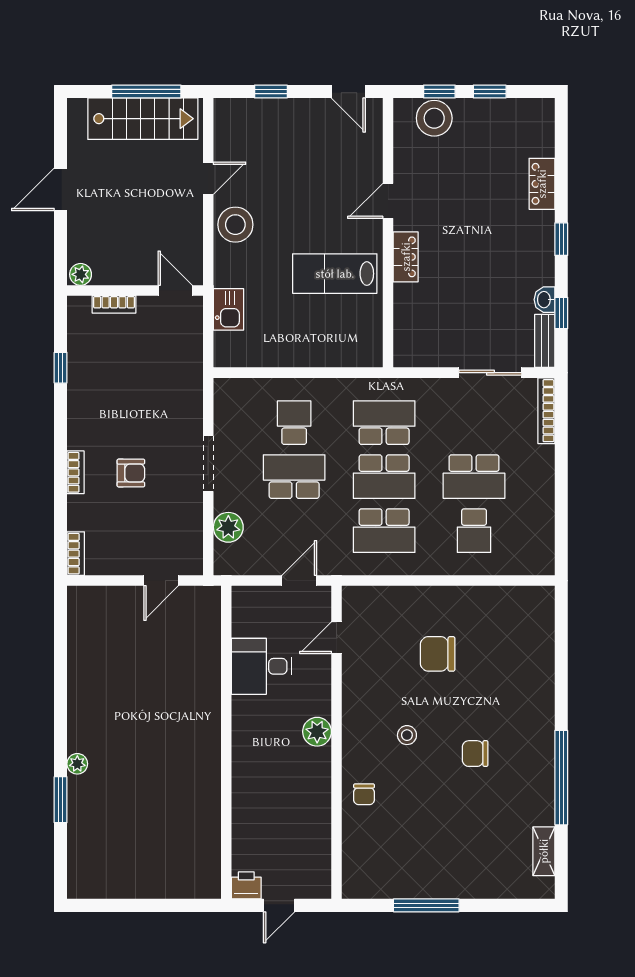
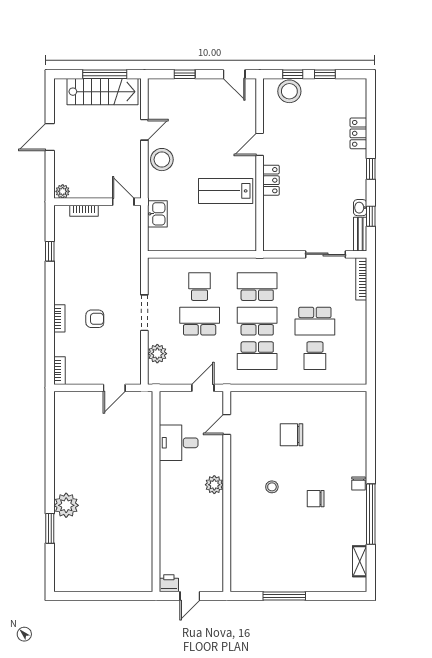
school desk: (384, 477) -> (257, 321), turned 180
plant: (77, 764) -> (66, 505), width x1.88, depth x1.88
chair: (364, 794) -> (358, 484), moved

